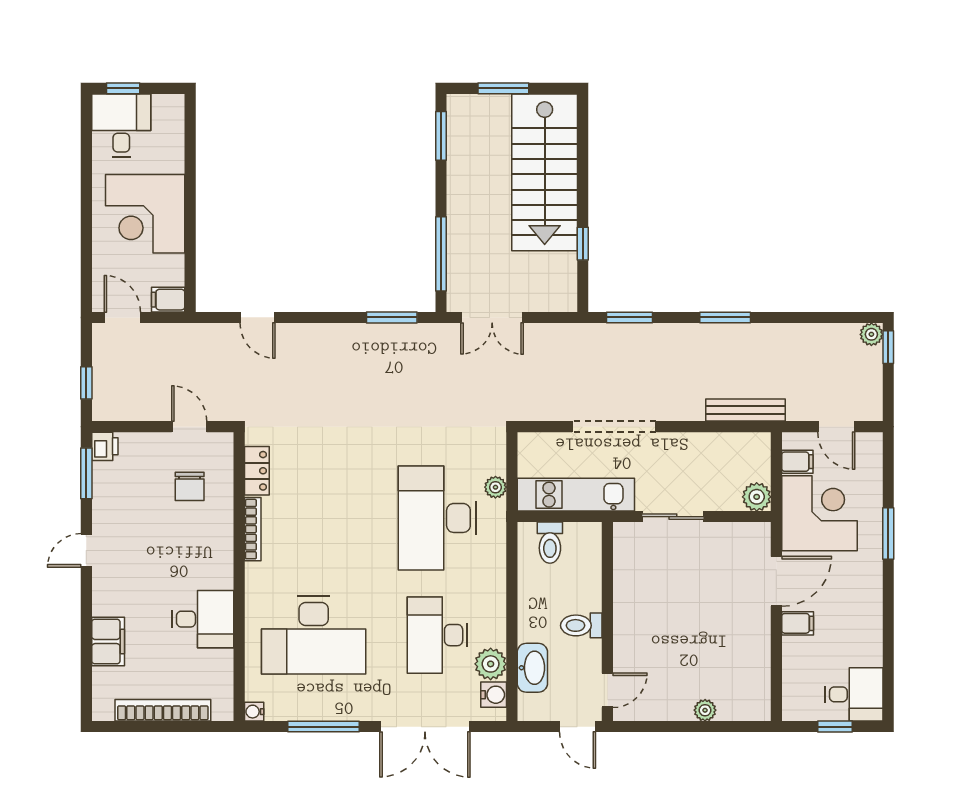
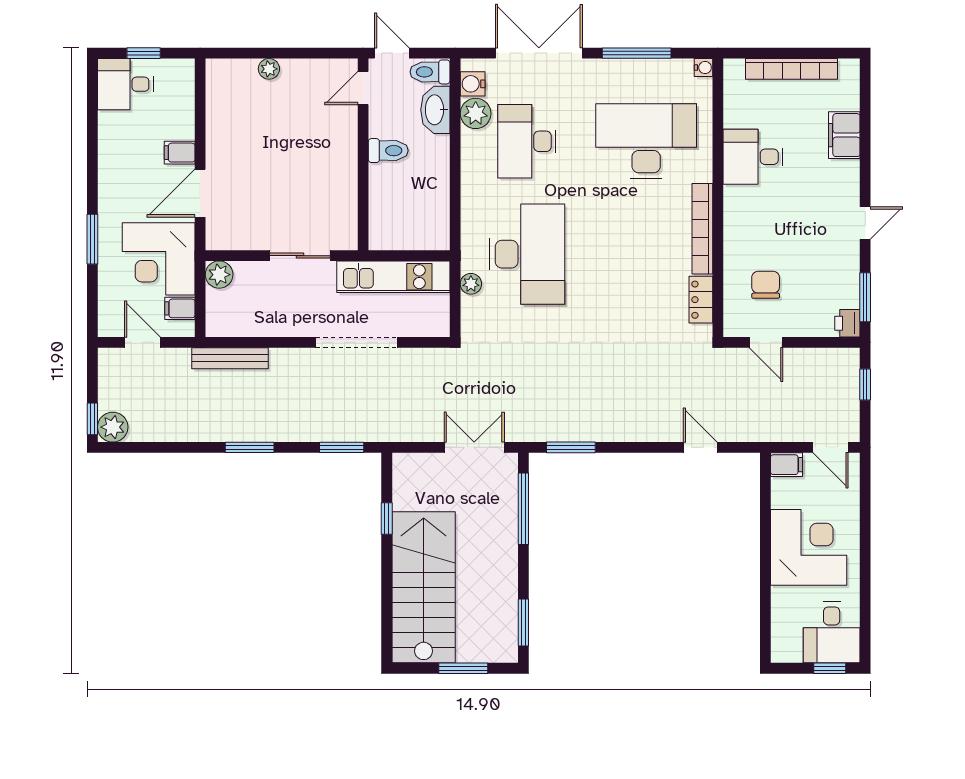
plant: (871, 334) -> (113, 427), width x1.38, depth x1.38
bookcase: (253, 529) -> (702, 229), width x1.48, depth x1.31
toilet: (550, 543) -> (430, 72), moved, turned -90
desk: (437, 635) -> (527, 141), turned 180

